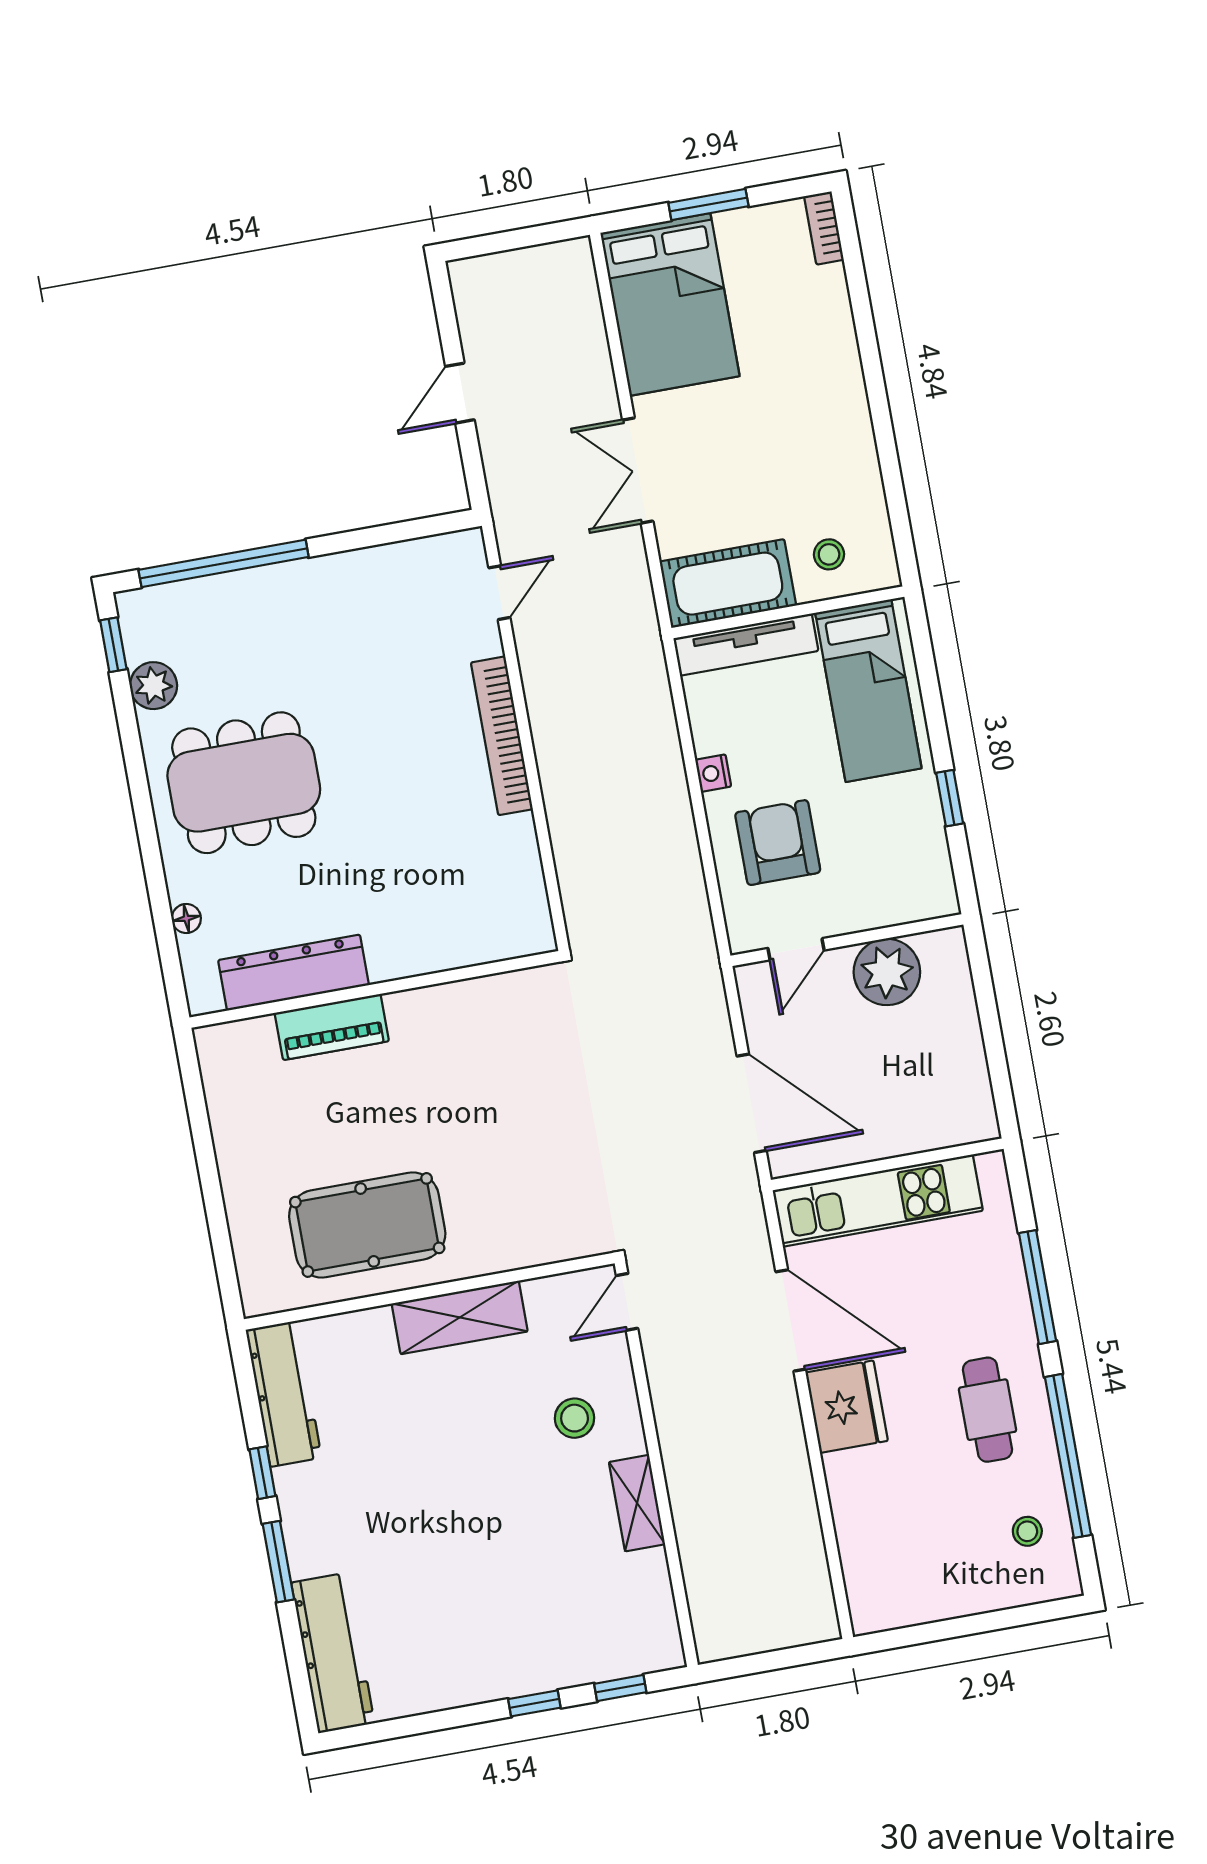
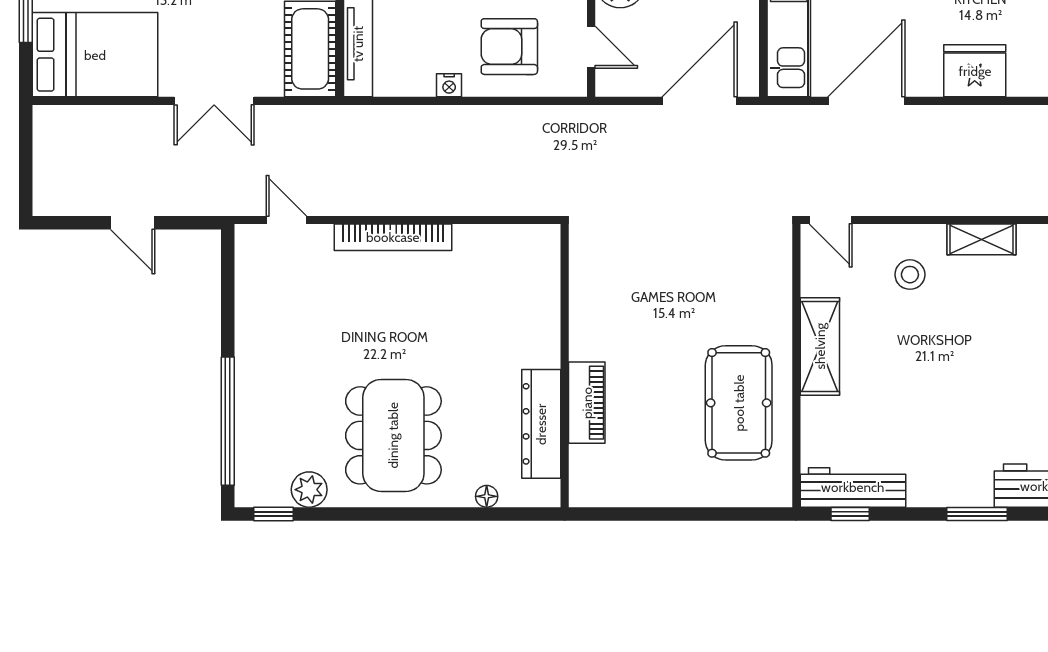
fridge: (847, 1407) -> (975, 71), moved
window: (262, 1473) -> (850, 514), moved

